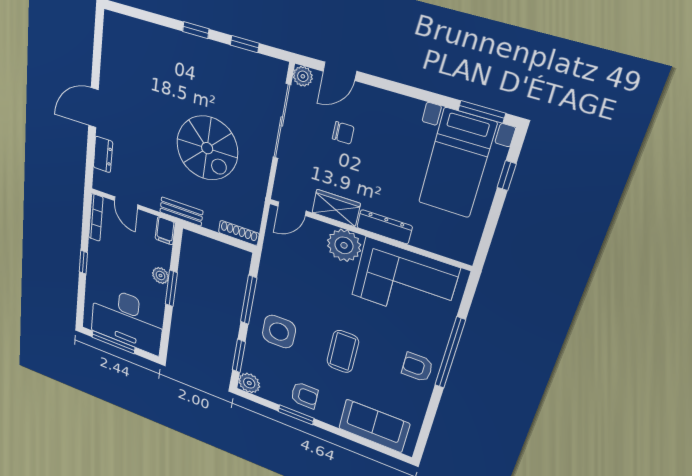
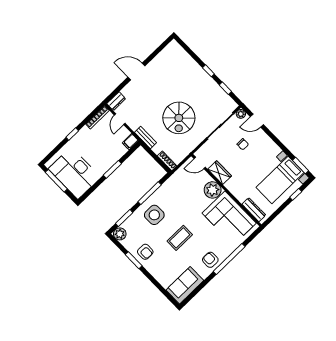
dresser: (103, 154) -> (116, 101), moved
dresser: (384, 227) -> (254, 210), moved
plant: (160, 276) -> (111, 161), removed
sofa: (374, 426) -> (185, 285), moved, turned -90

